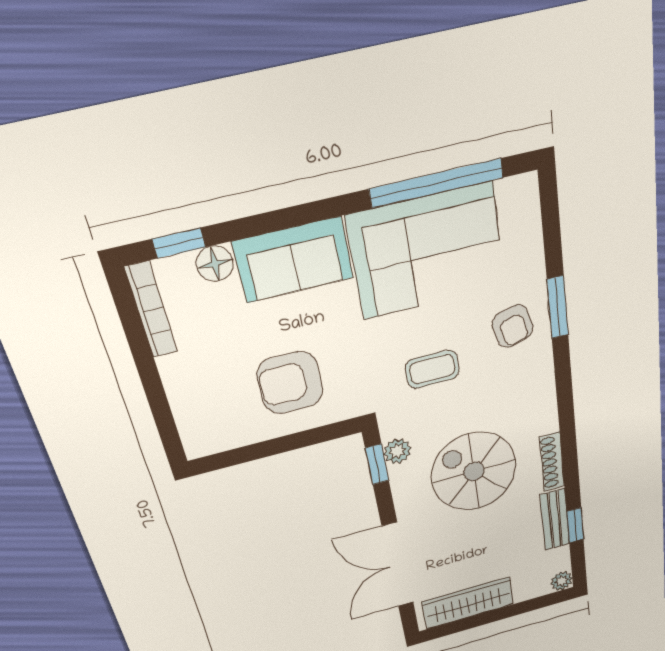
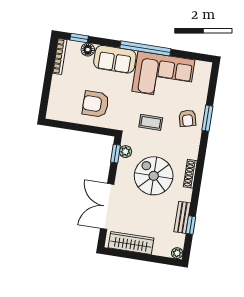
window: (437, 183) -> (145, 48), moved
shoe rack: (552, 462) -> (190, 174), moved

